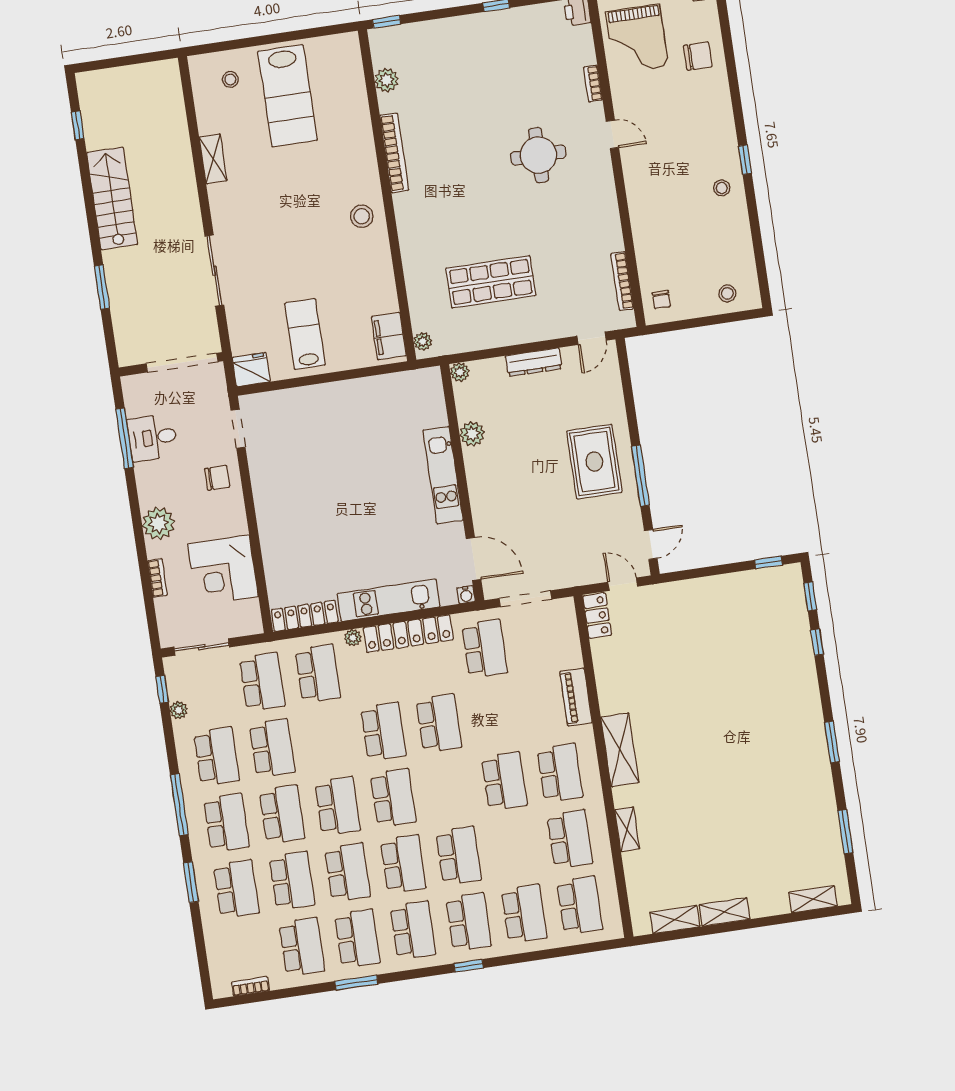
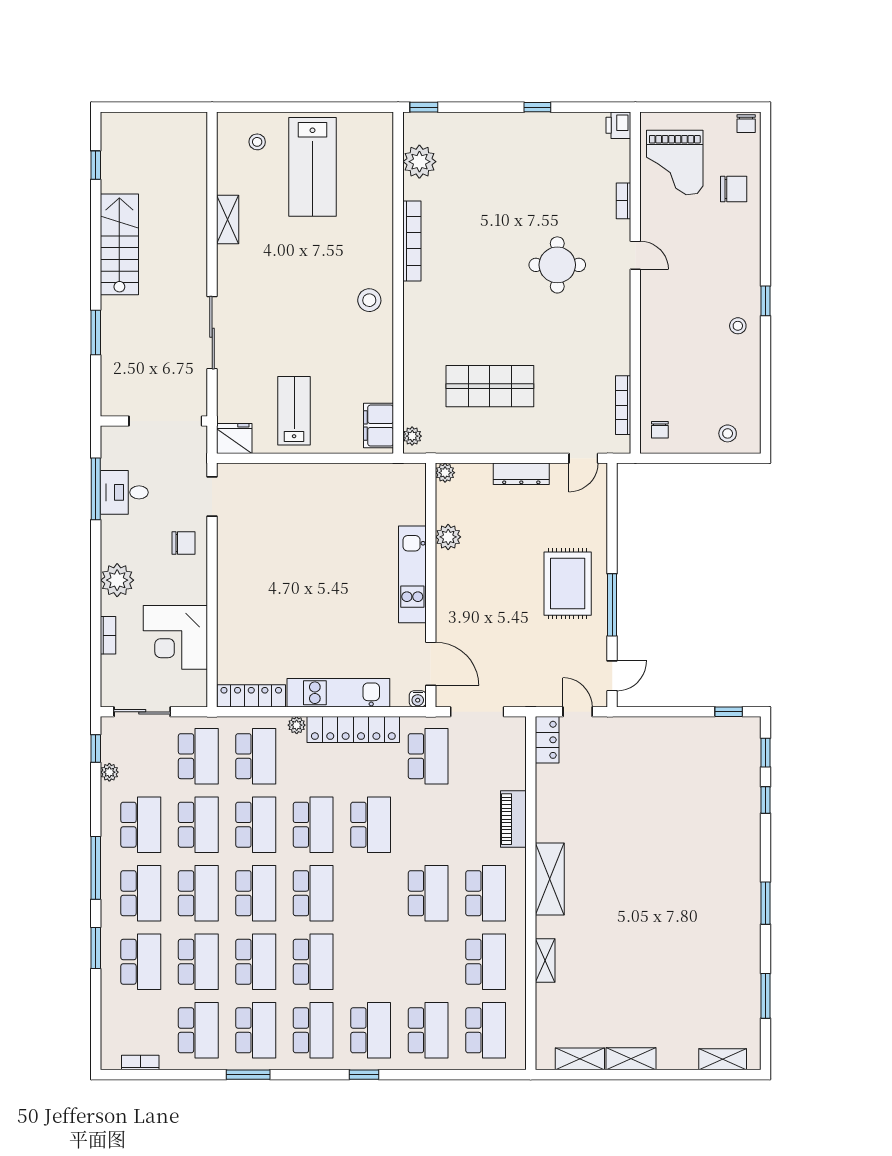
plant: (387, 80) -> (419, 162), width x1.36, depth x1.36
school desk: (459, 856) -> (256, 825), moved

